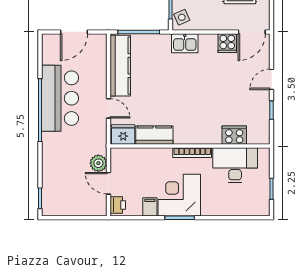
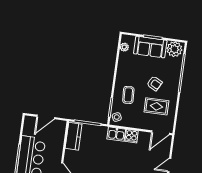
cooker: (227, 43) -> (132, 136), moved
kitchen counter: (120, 66) -> (74, 136), width x0.67

